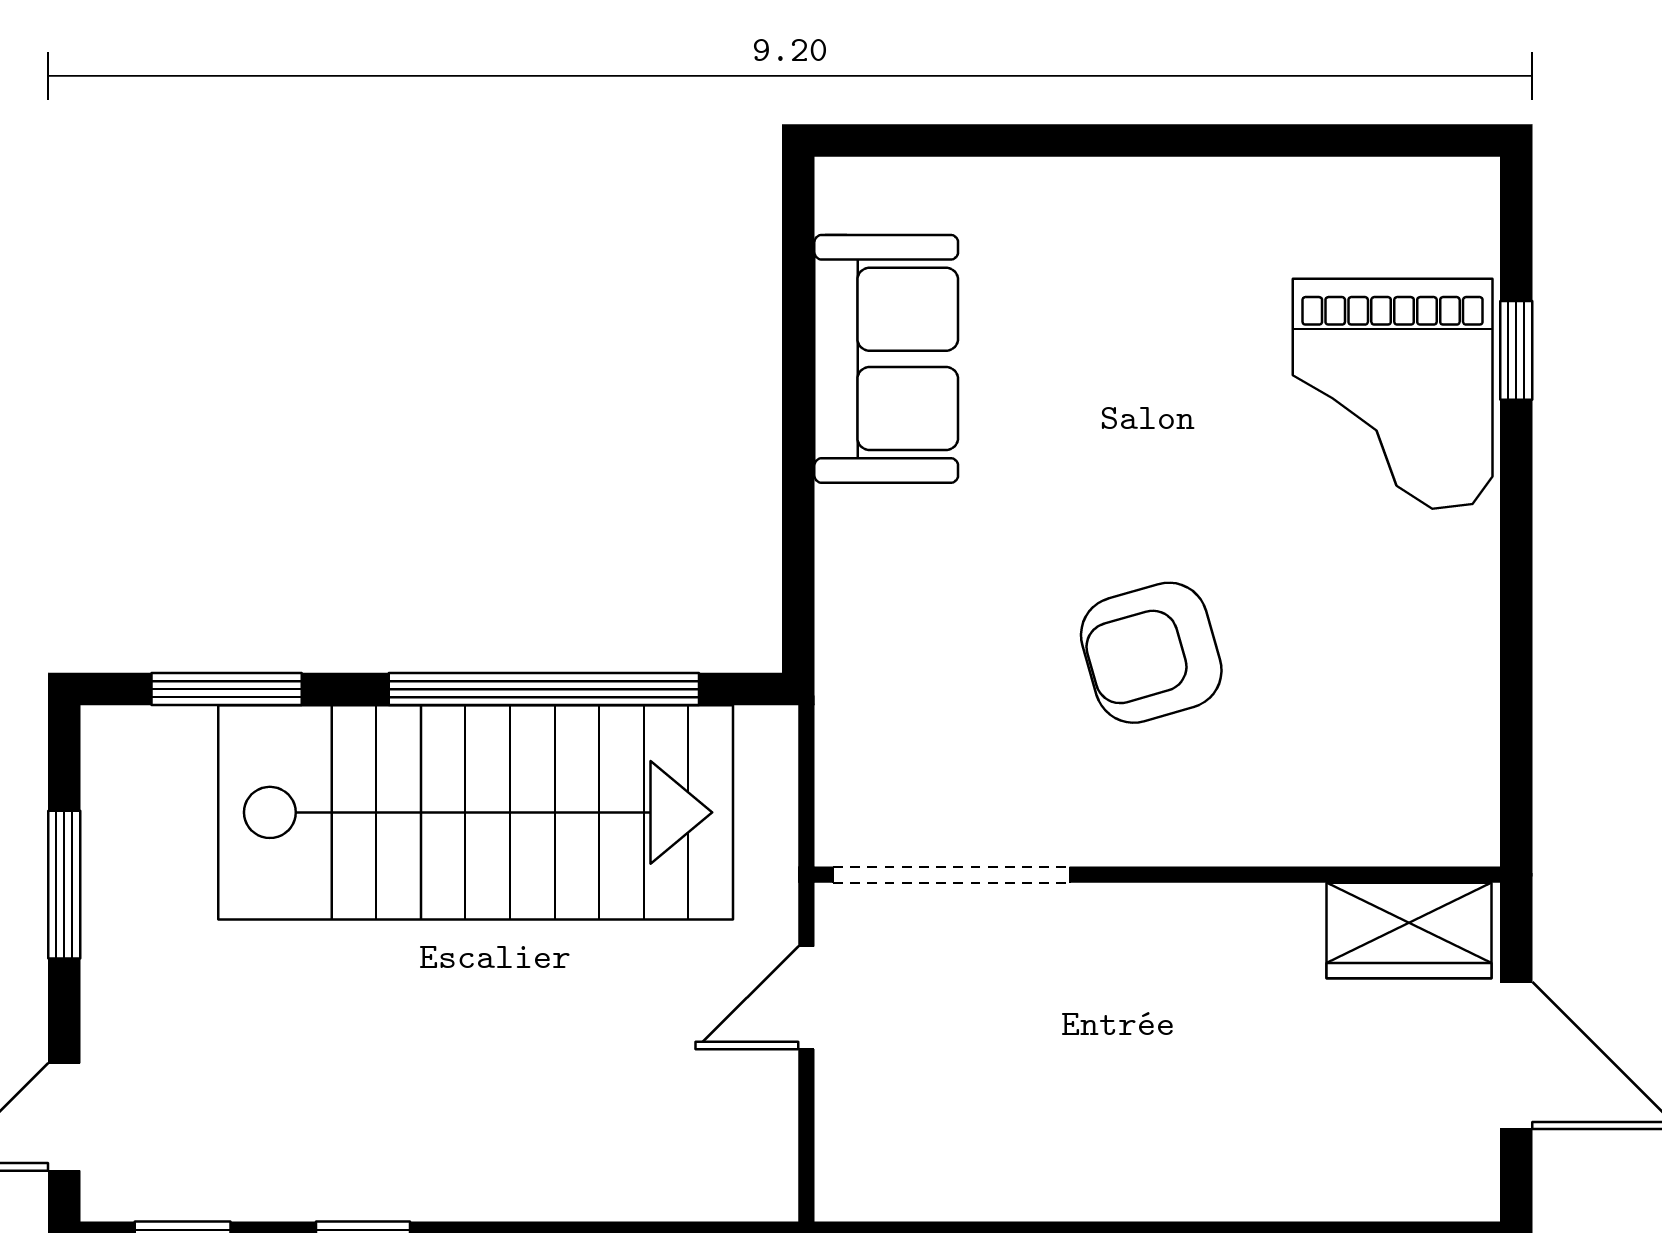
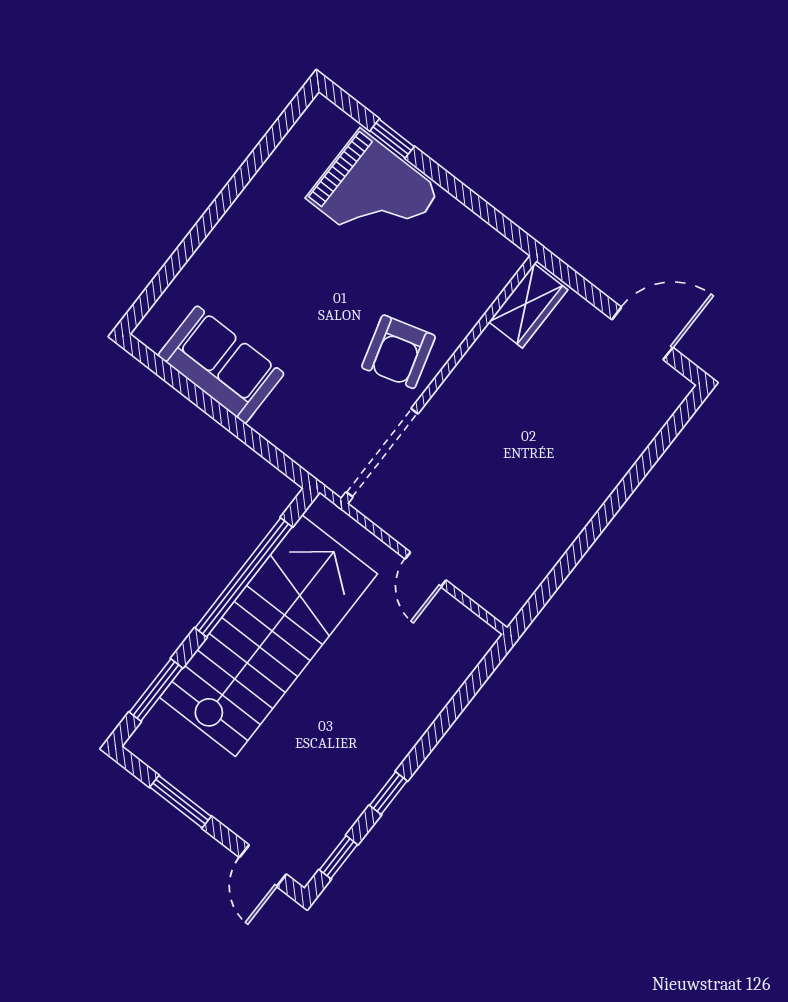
doorway: (951, 875) -> (382, 453), moved
wall: (1157, 875) -> (439, 380), moved
wardrobe: (1409, 930) -> (528, 306), moved

